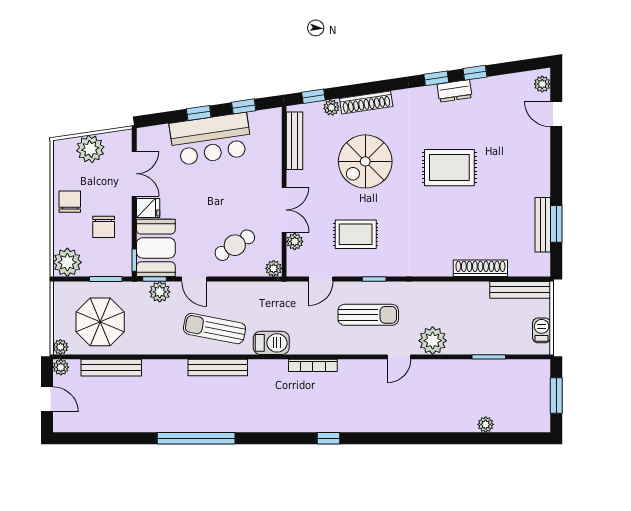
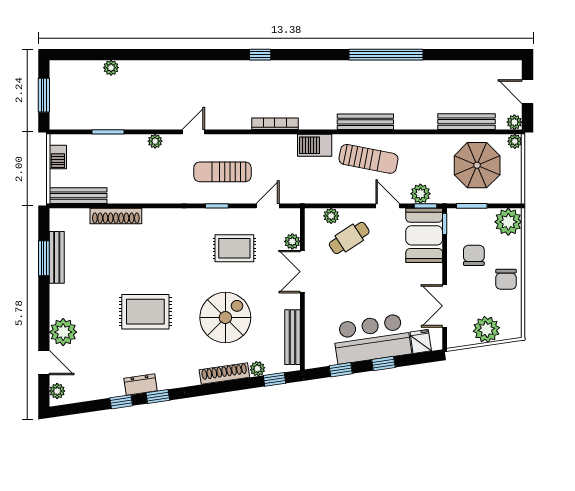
plant: (536, 146) -> (63, 332), added
fridge: (148, 208) -> (421, 341), moved, turned 82
plant: (274, 268) -> (331, 216), moved
plant: (433, 341) -> (155, 141), width x0.53, depth x0.53

